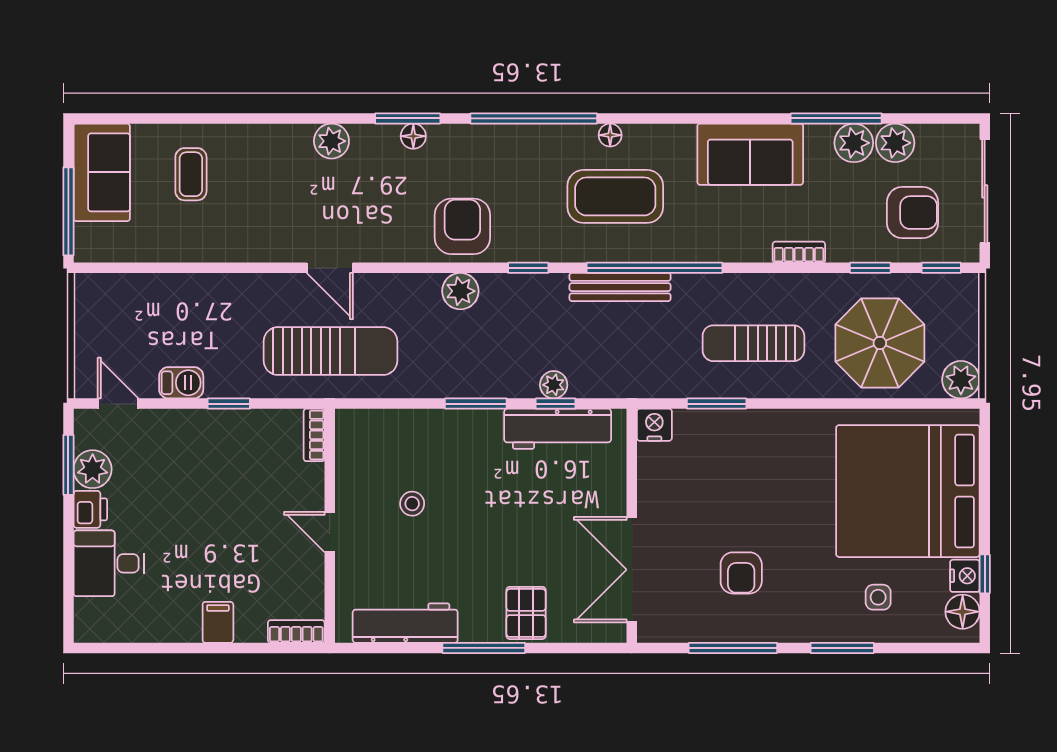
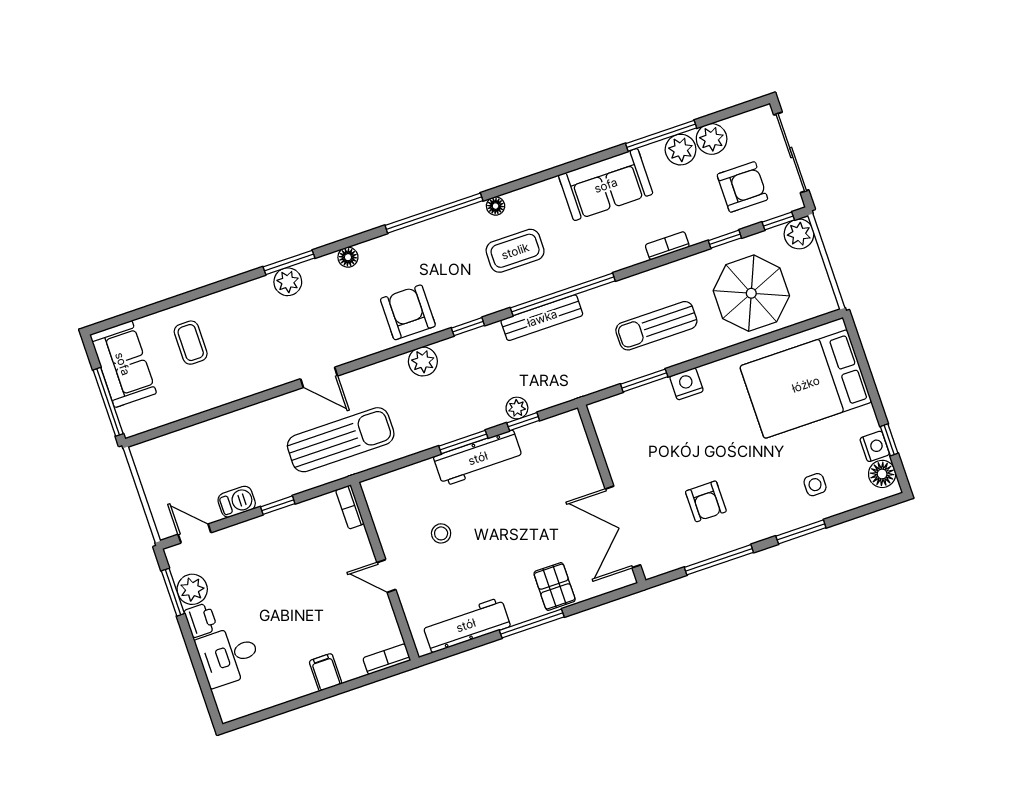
window: (408, 118) -> (289, 262), moved
coffee table: (615, 196) -> (515, 251), width x0.73, depth x0.76
plant: (961, 380) -> (799, 234), moved
nightstand: (654, 425) -> (686, 384), moved
workbench: (558, 429) -> (478, 458), moved
bed: (908, 491) -> (806, 384), width x0.73

